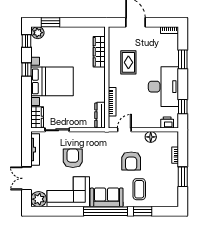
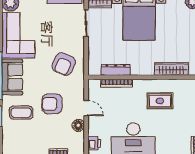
dresser: (100, 115) -> (116, 70), moved
door: (124, 130) -> (86, 108), moved
armchair: (73, 158) -> (64, 64), moved, turned 114

